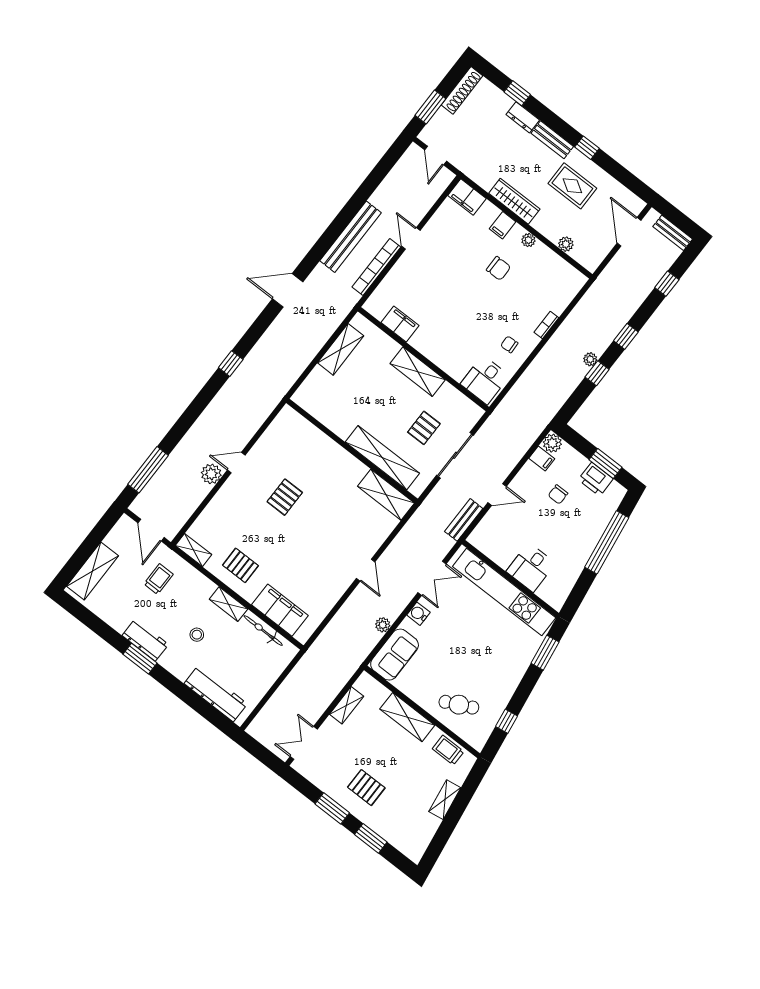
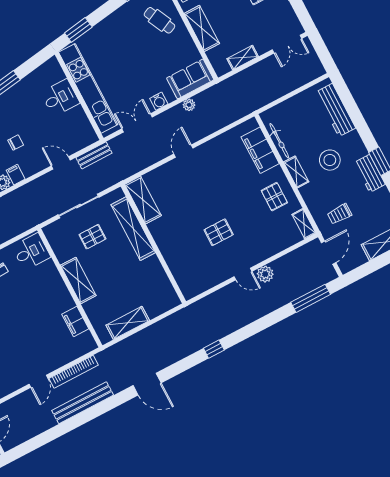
stool: (197, 635) -> (330, 160), width x1.89, depth x1.89

